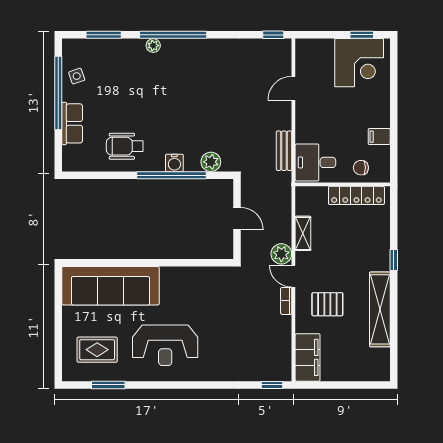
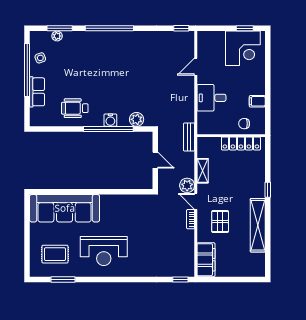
plant: (153, 46) -> (57, 36), moved
bench: (284, 151) -> (189, 137), moved
desk: (315, 162) -> (211, 98), moved
pallet: (327, 304) -> (220, 222), turned 90

